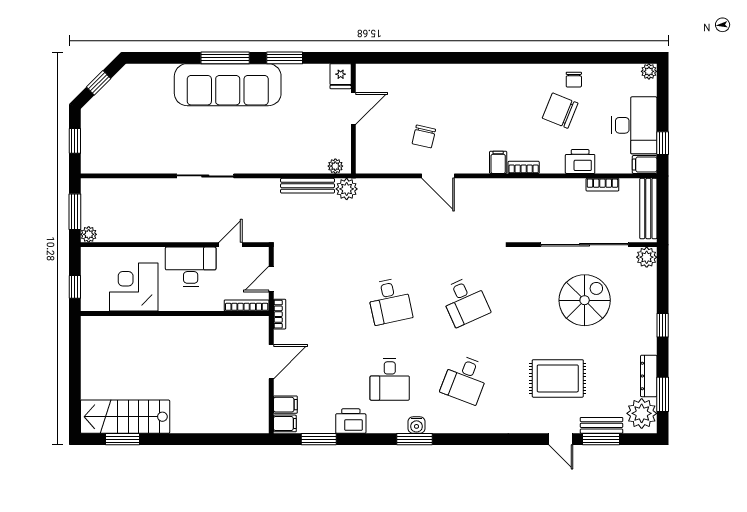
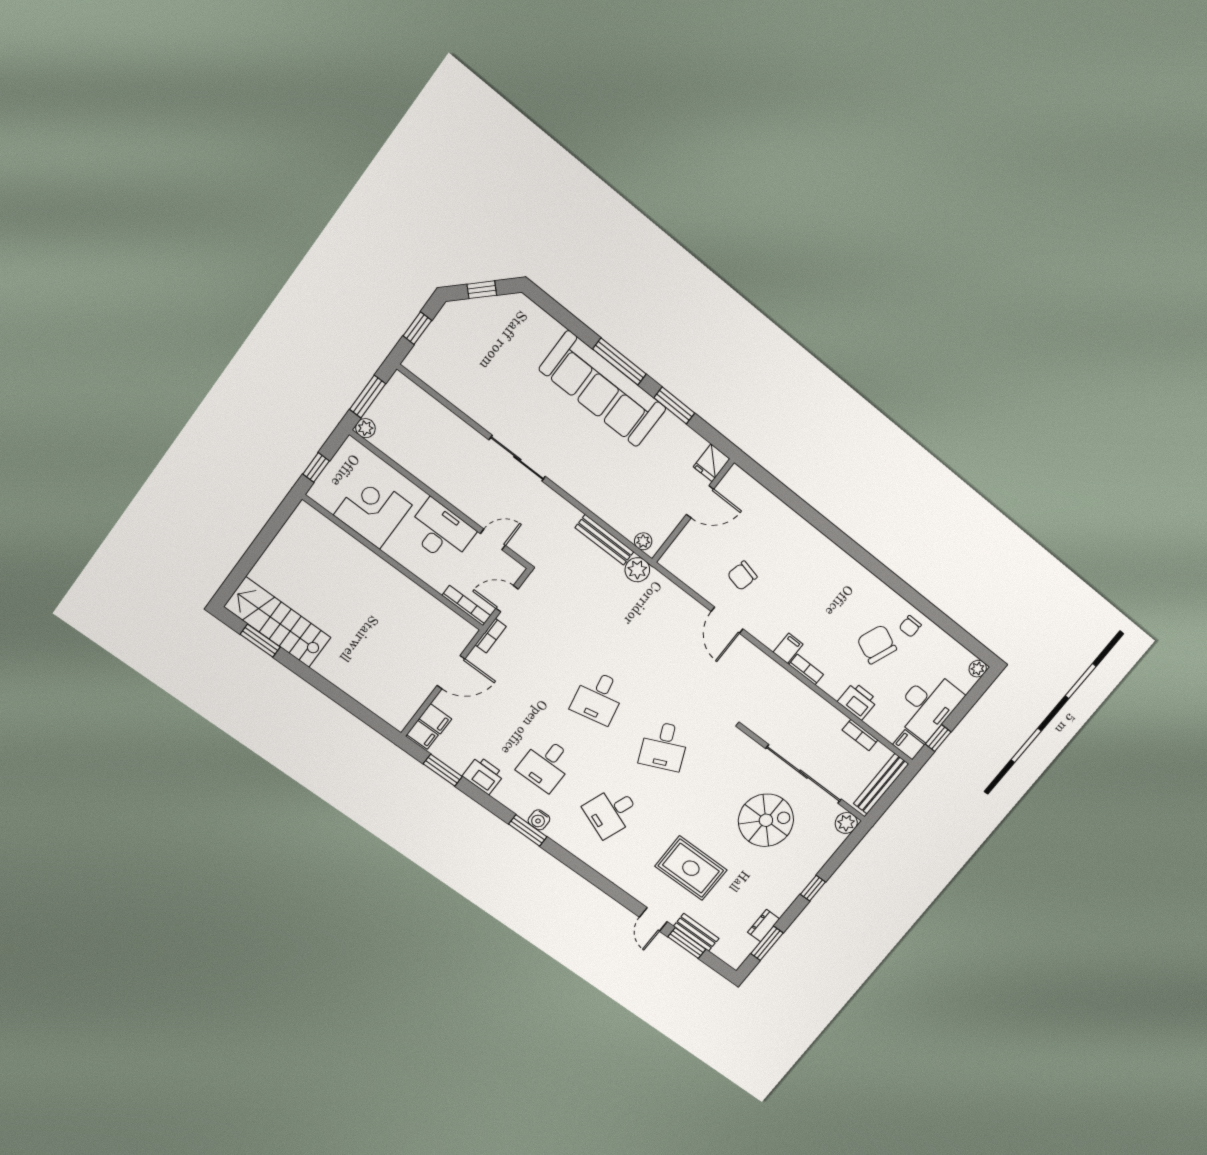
dresser: (649, 376) -> (764, 926), width x0.70
plant: (642, 413) -> (737, 946), removed

